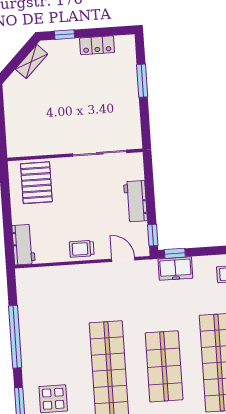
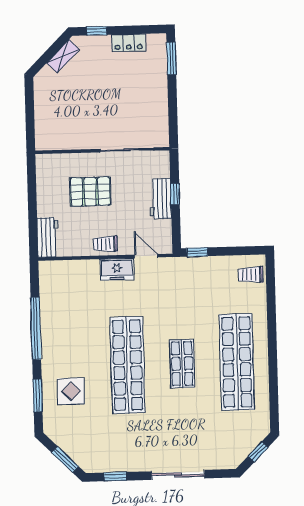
window: (142, 81) -> (171, 58), moved
pallet: (36, 183) -> (90, 192), moved, turned 90
window: (153, 235) -> (175, 194), moved
freezer: (175, 269) -> (117, 269), moved
shop shelf: (164, 366) -> (182, 364), width x0.70, depth x0.74

